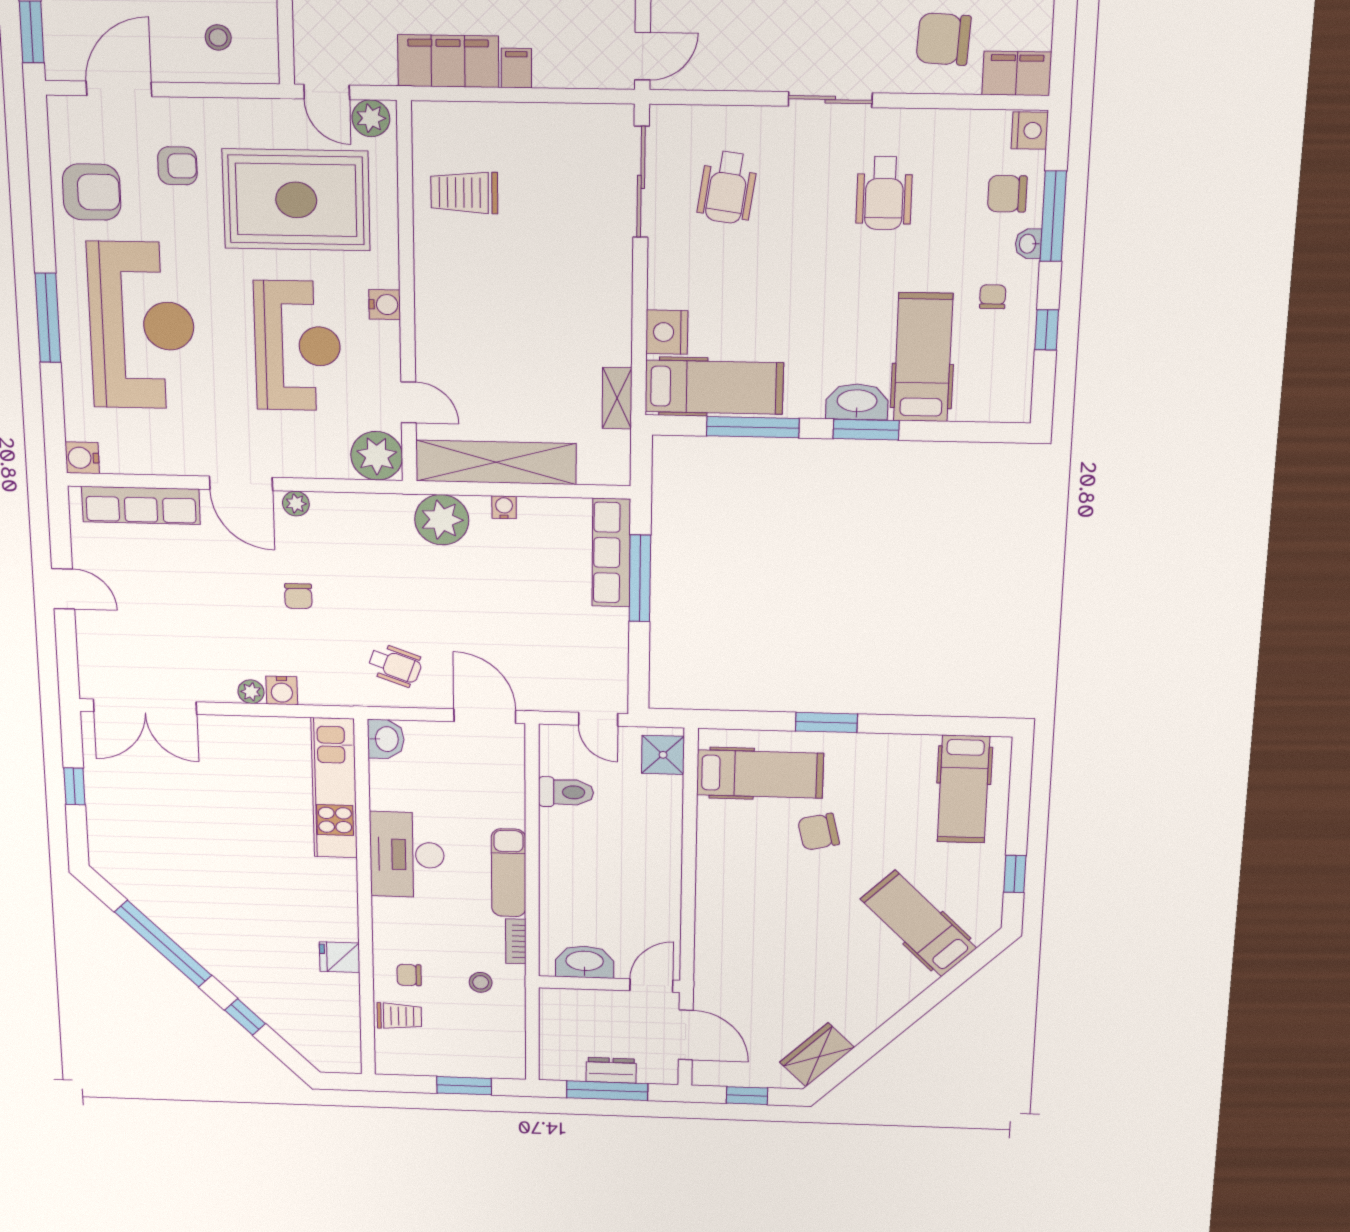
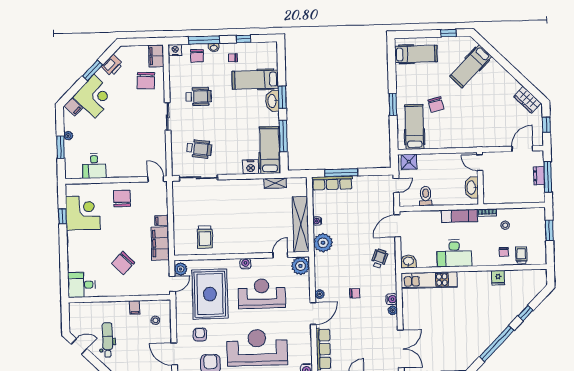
washbasin: (585, 962) -> (472, 188), moved
wall: (609, 984) -> (480, 178), moved
door: (651, 985) -> (480, 163), moved

